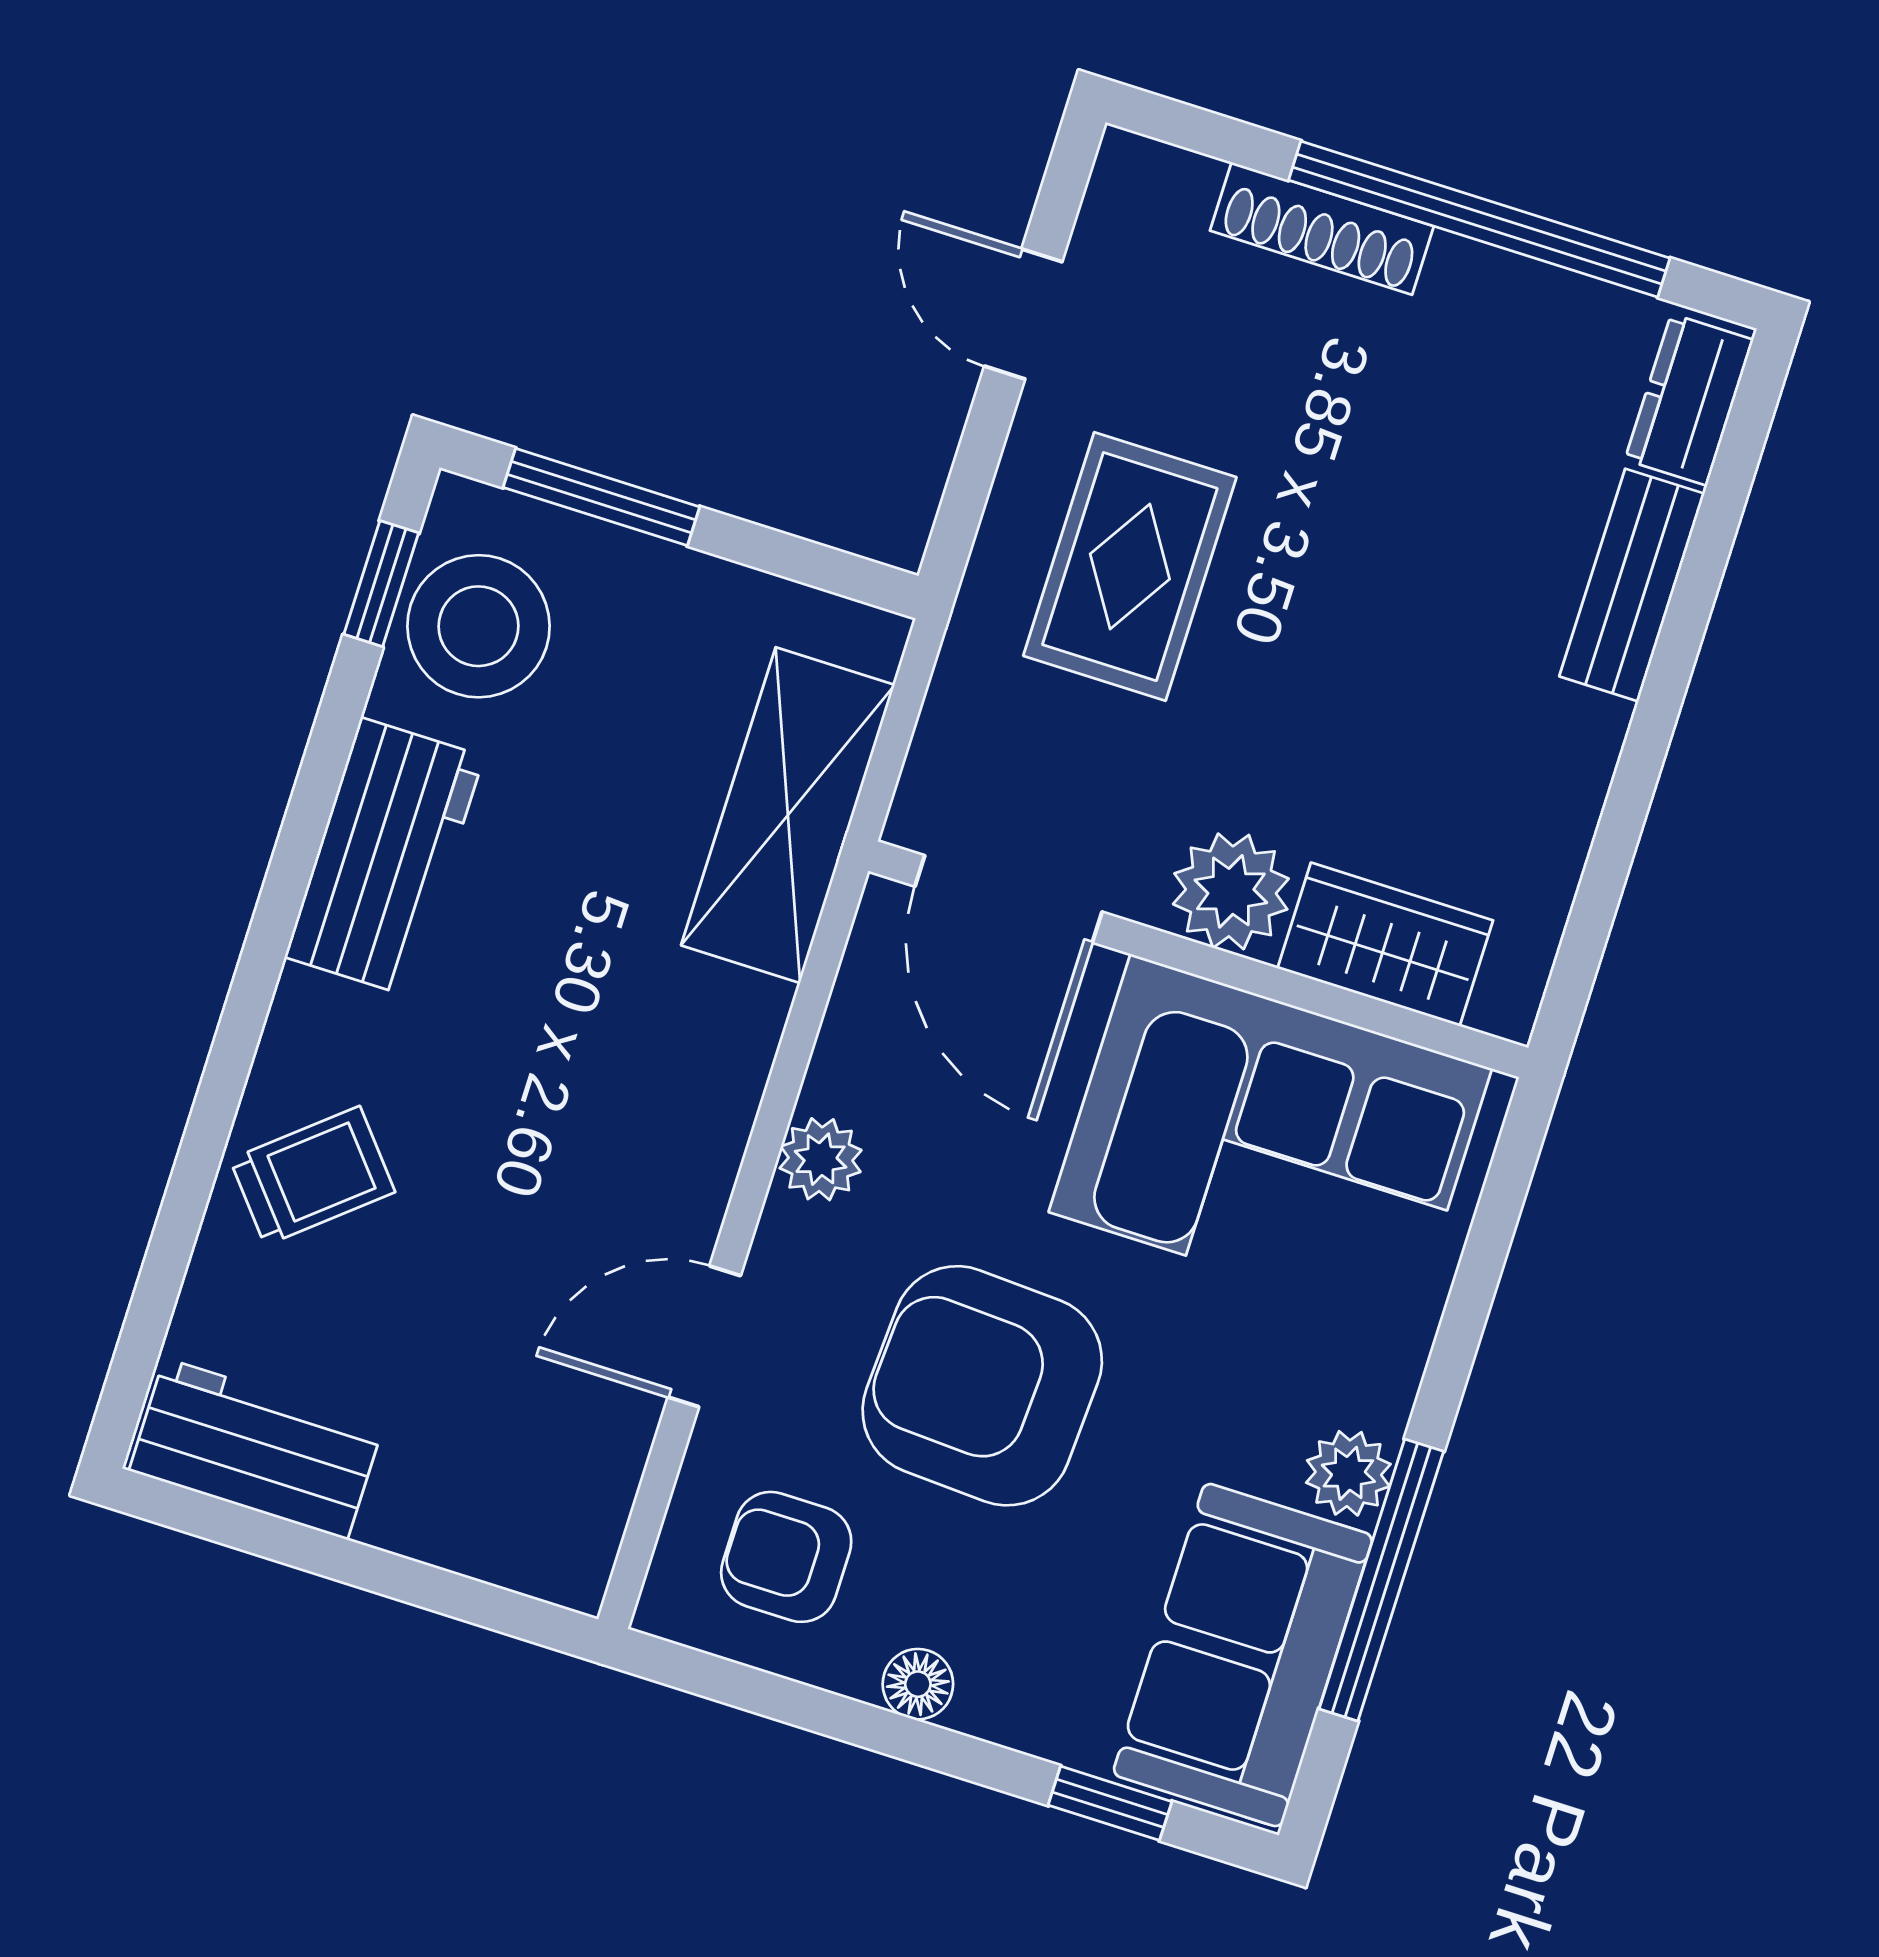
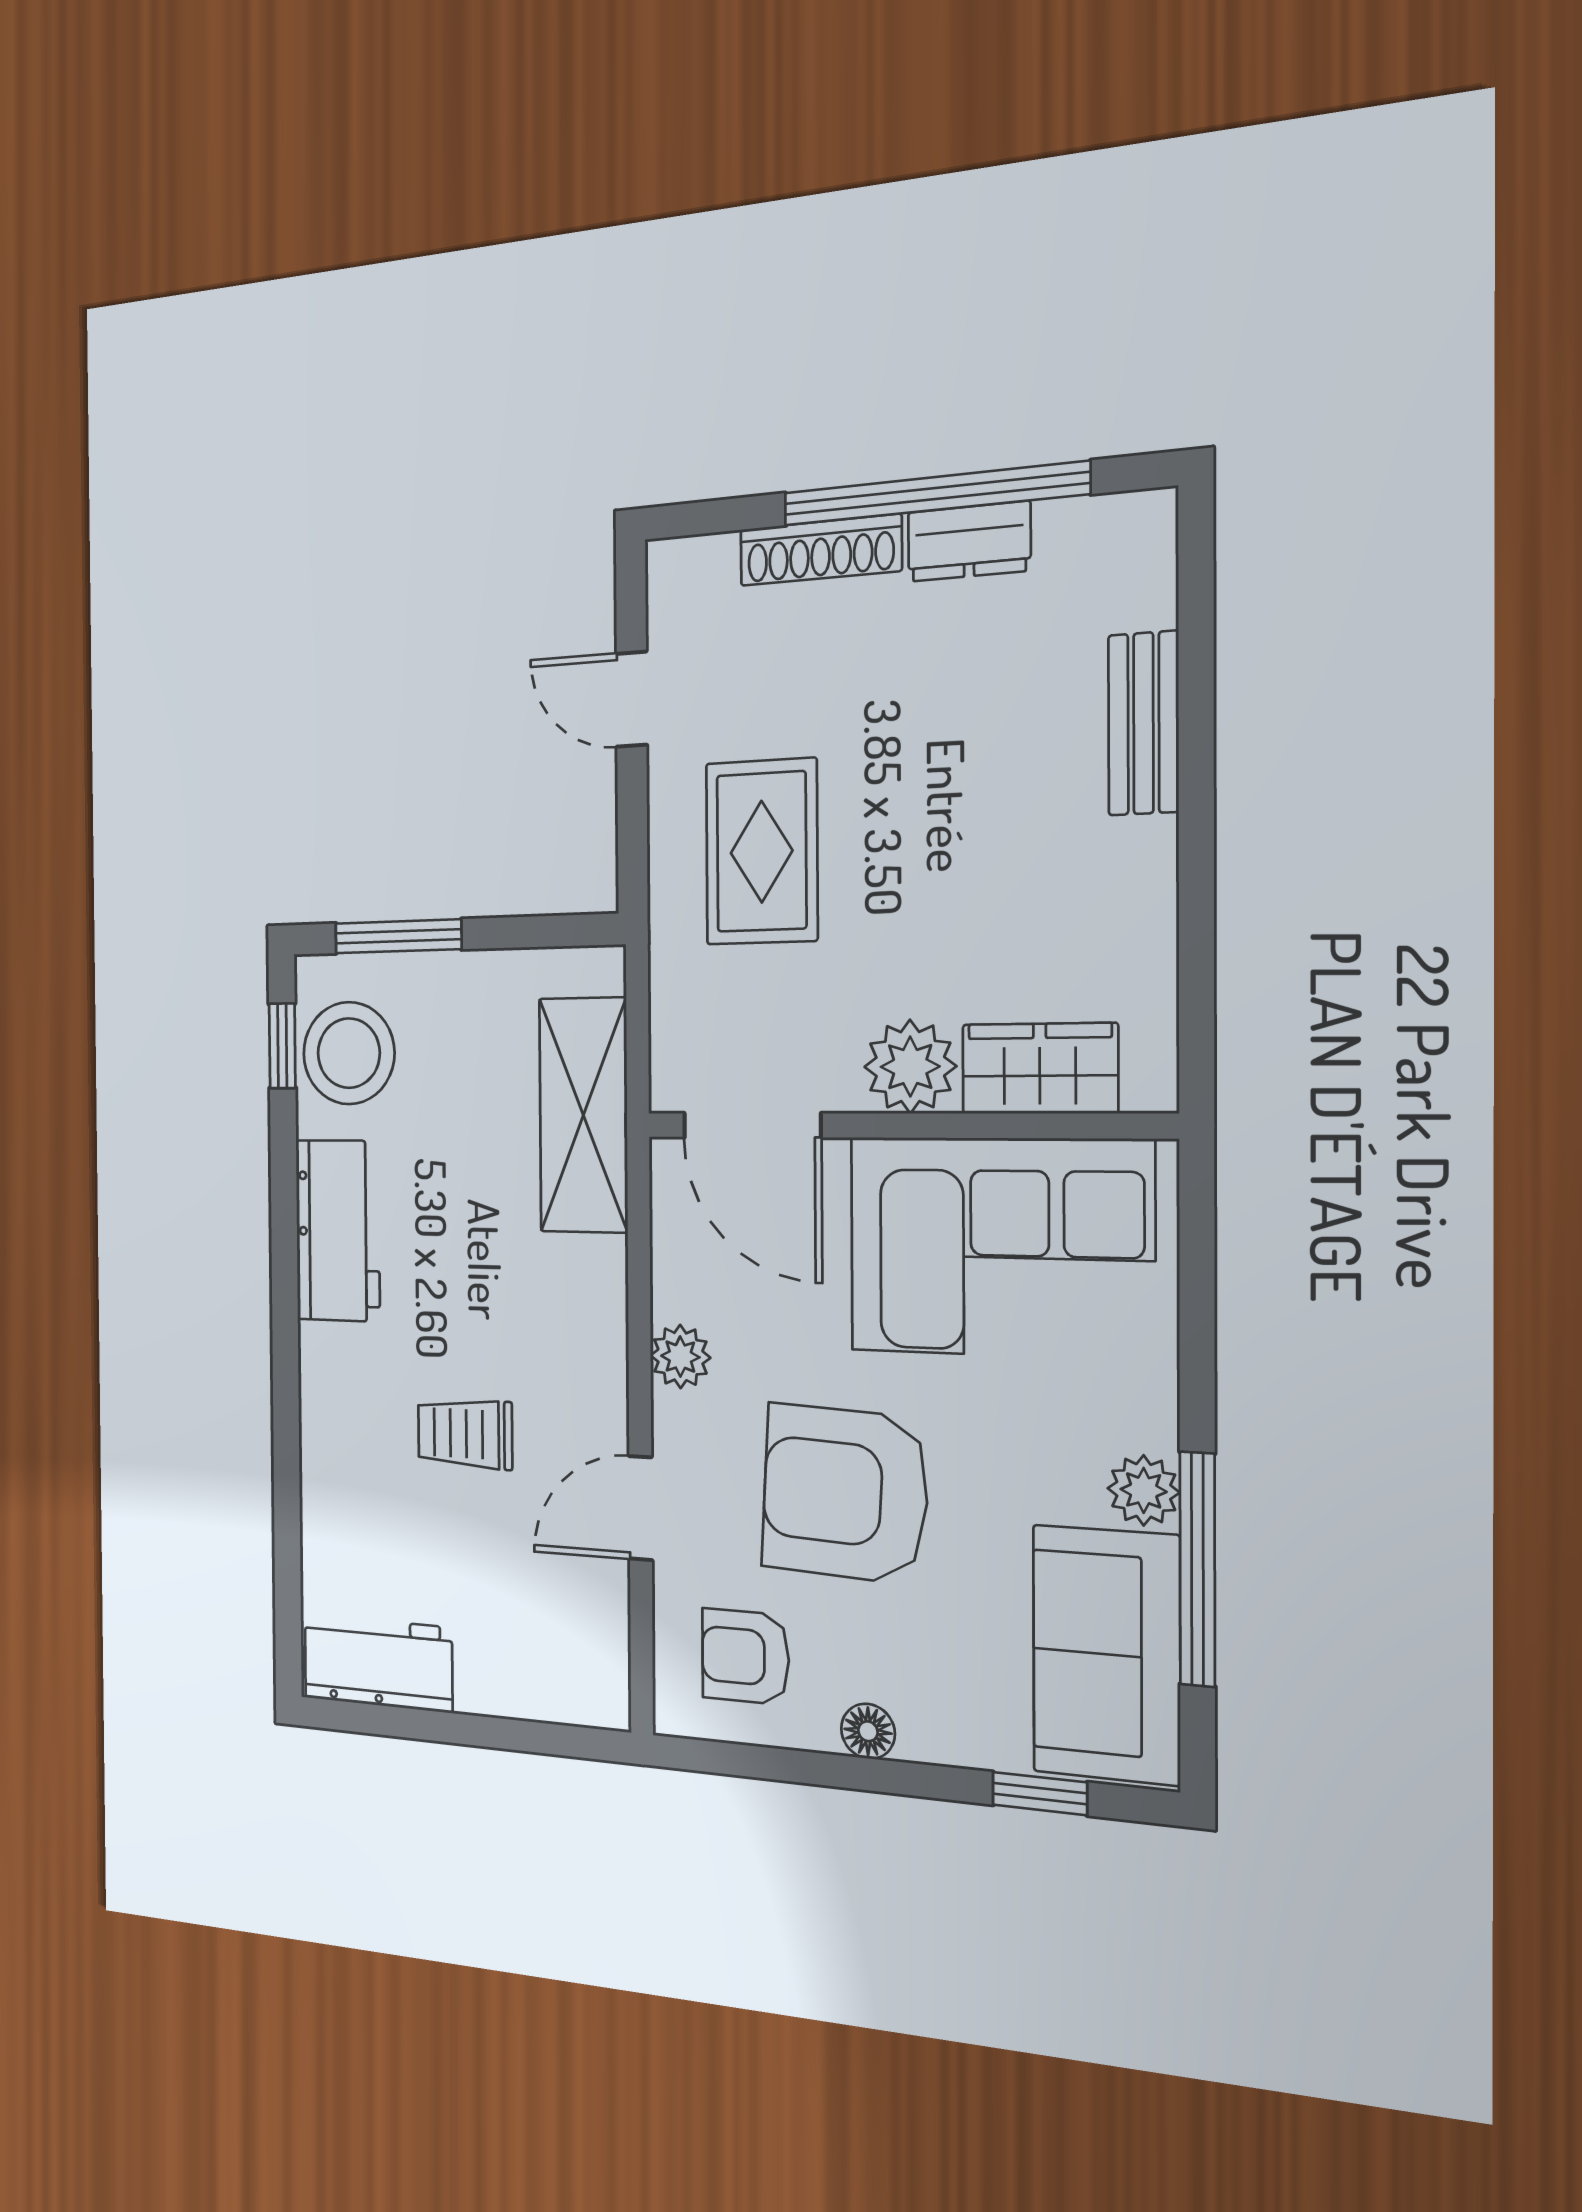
dresser: (1689, 400) -> (969, 541), moved, turned -90
trolley: (312, 1176) -> (465, 1434), moved, turned -140

